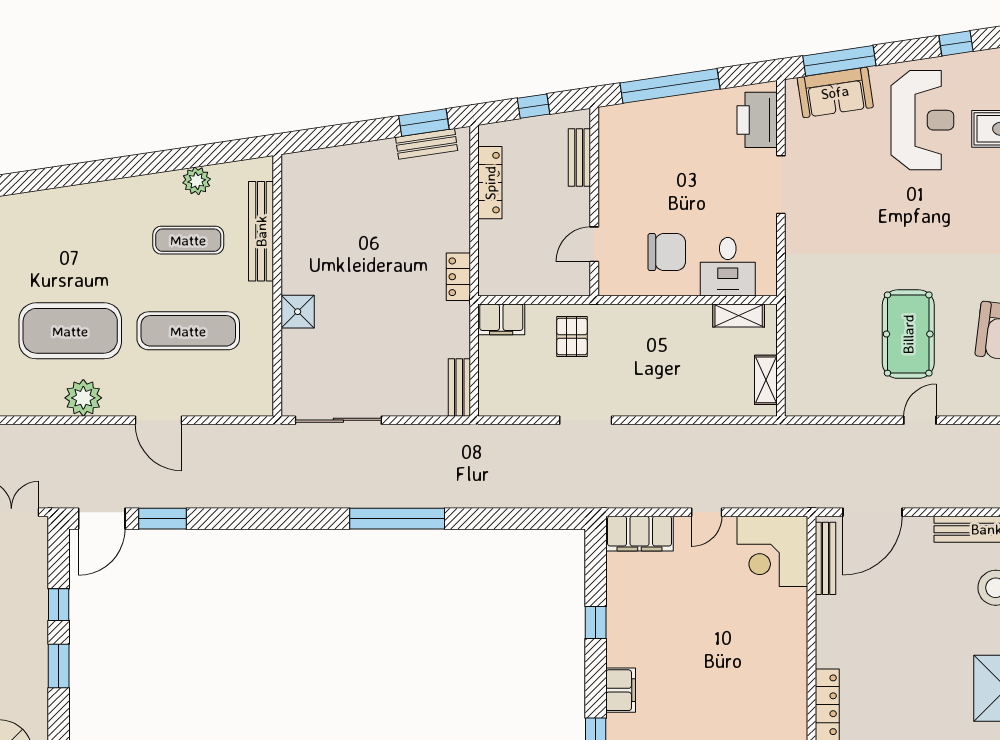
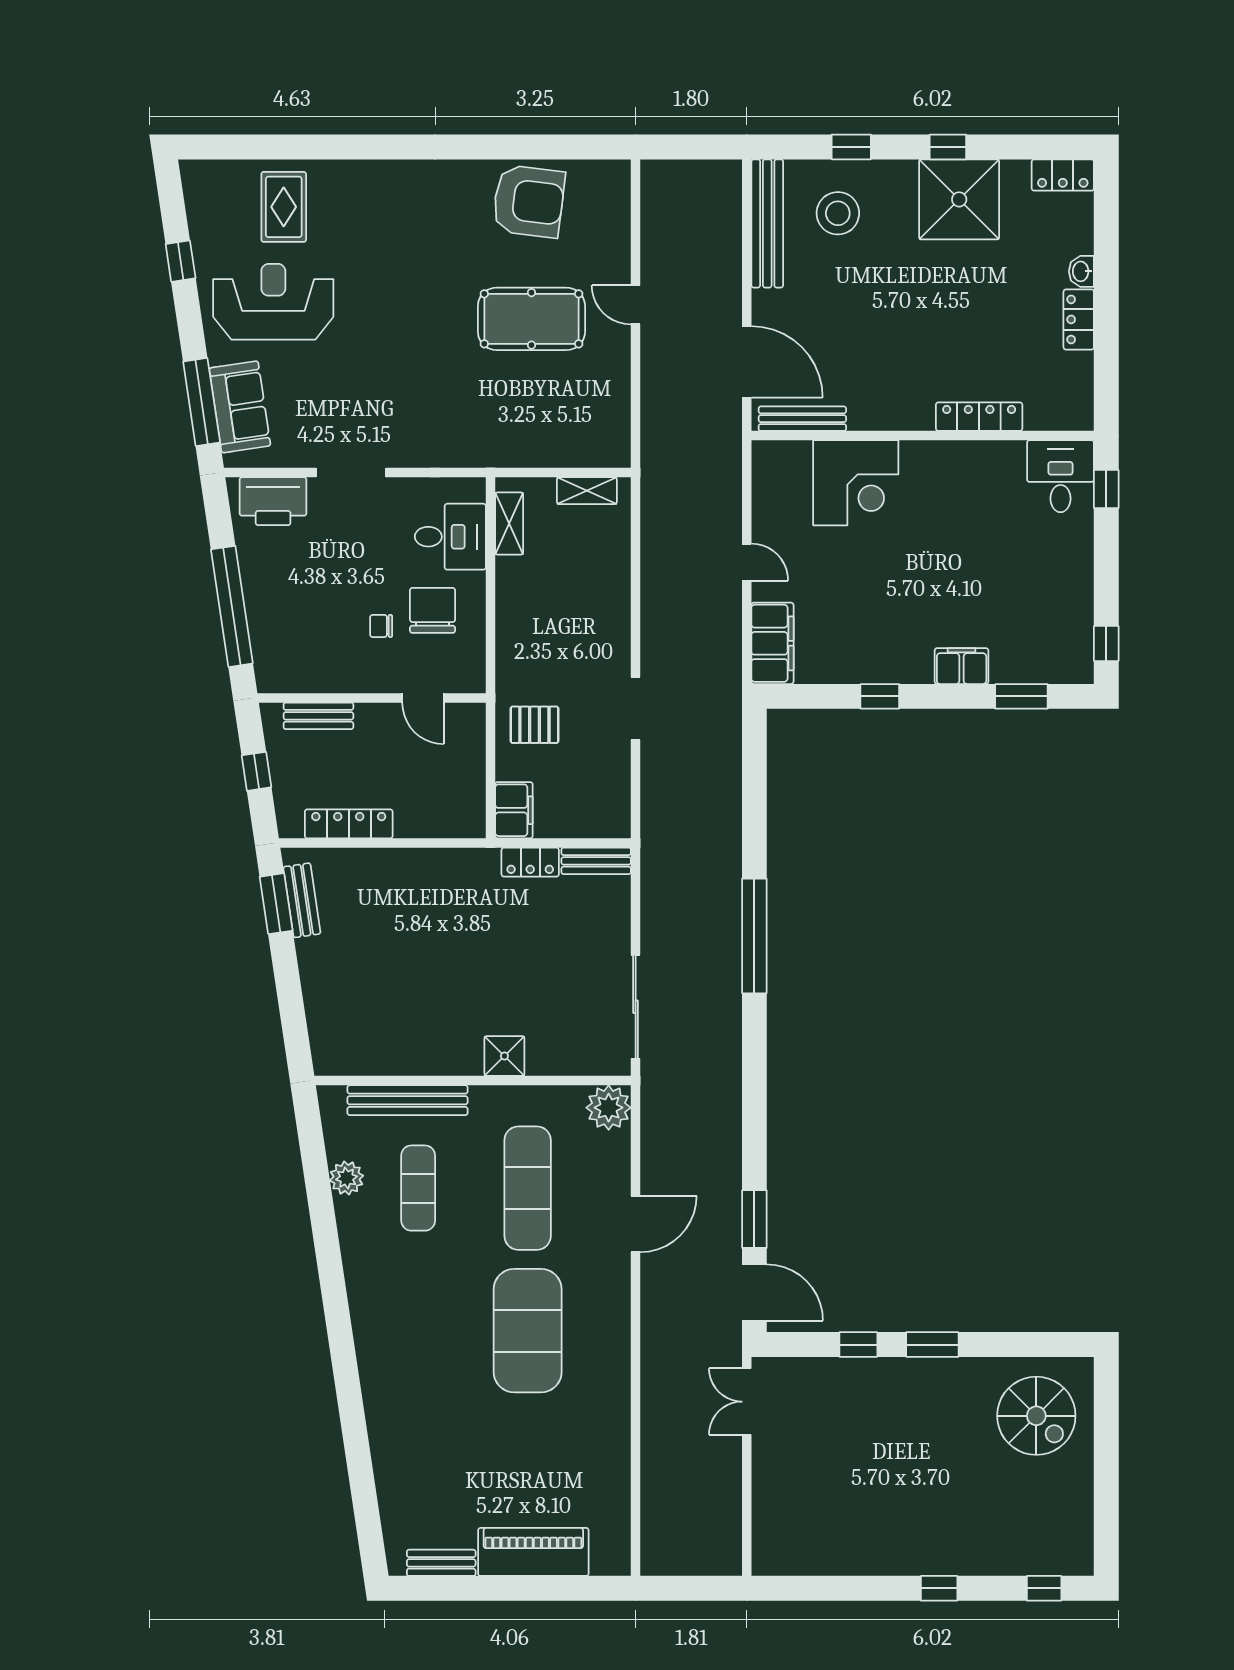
chair: (654, 209) -> (381, 626), added
locker: (458, 277) -> (530, 862), moved
plant: (83, 398) -> (609, 1108), moved
corner desk: (772, 551) -> (856, 483), moved

